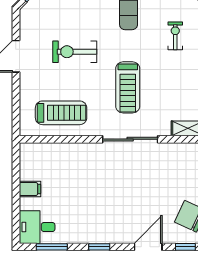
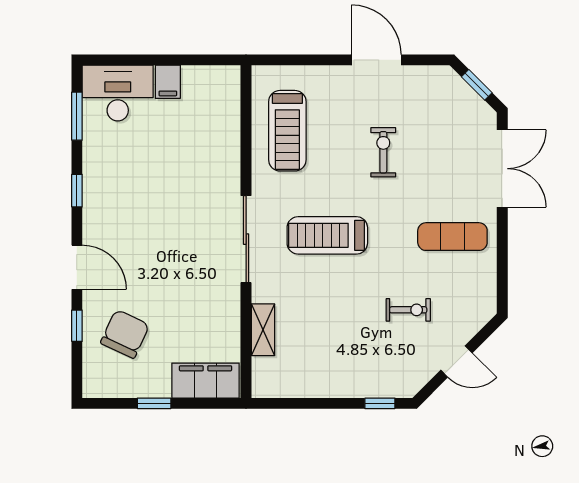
exercise bike: (75, 52) -> (383, 152), width x0.73, depth x0.72
desk: (37, 227) -> (118, 93), width x1.37

